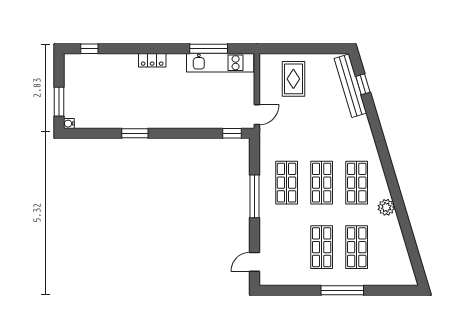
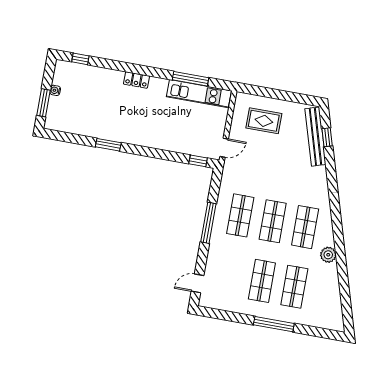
rug: (293, 79) -> (264, 121), turned 90
water cooler: (69, 124) -> (55, 90), moved

